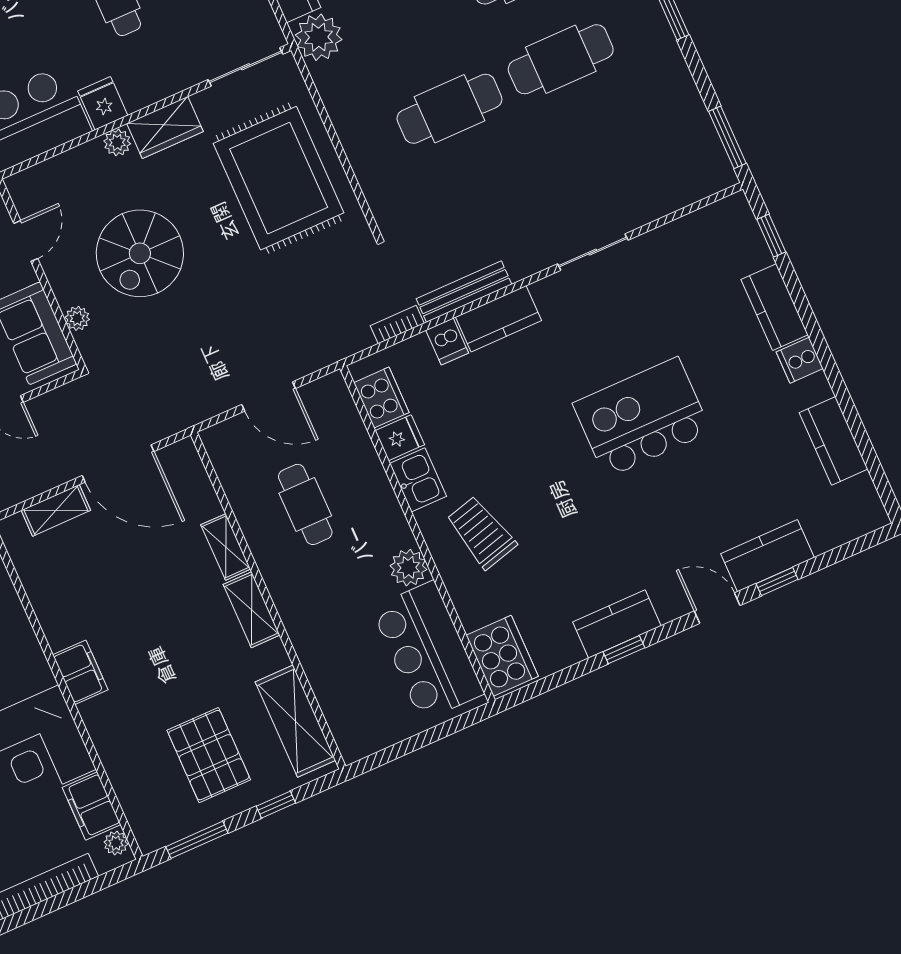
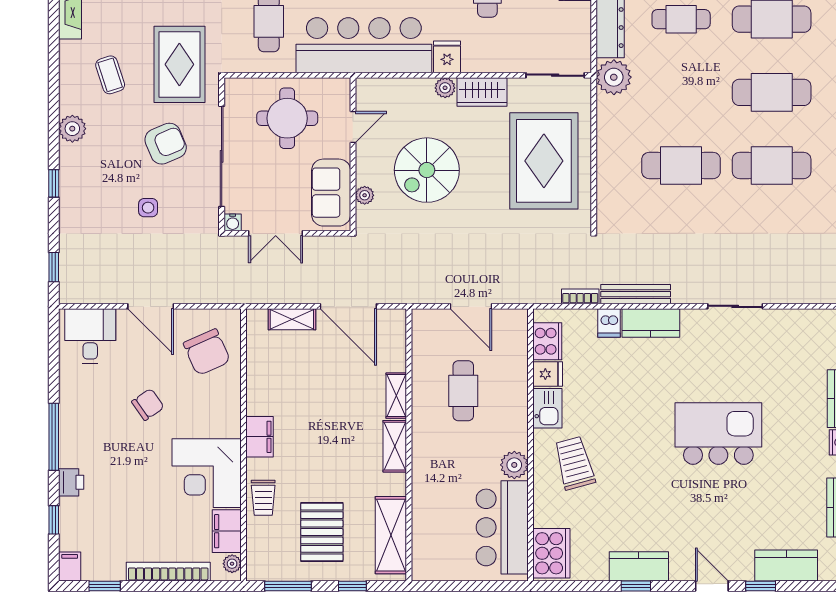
kitchen counter: (768, 556) -> (786, 566), moved
trolley: (118, 745) -> (263, 498), added

